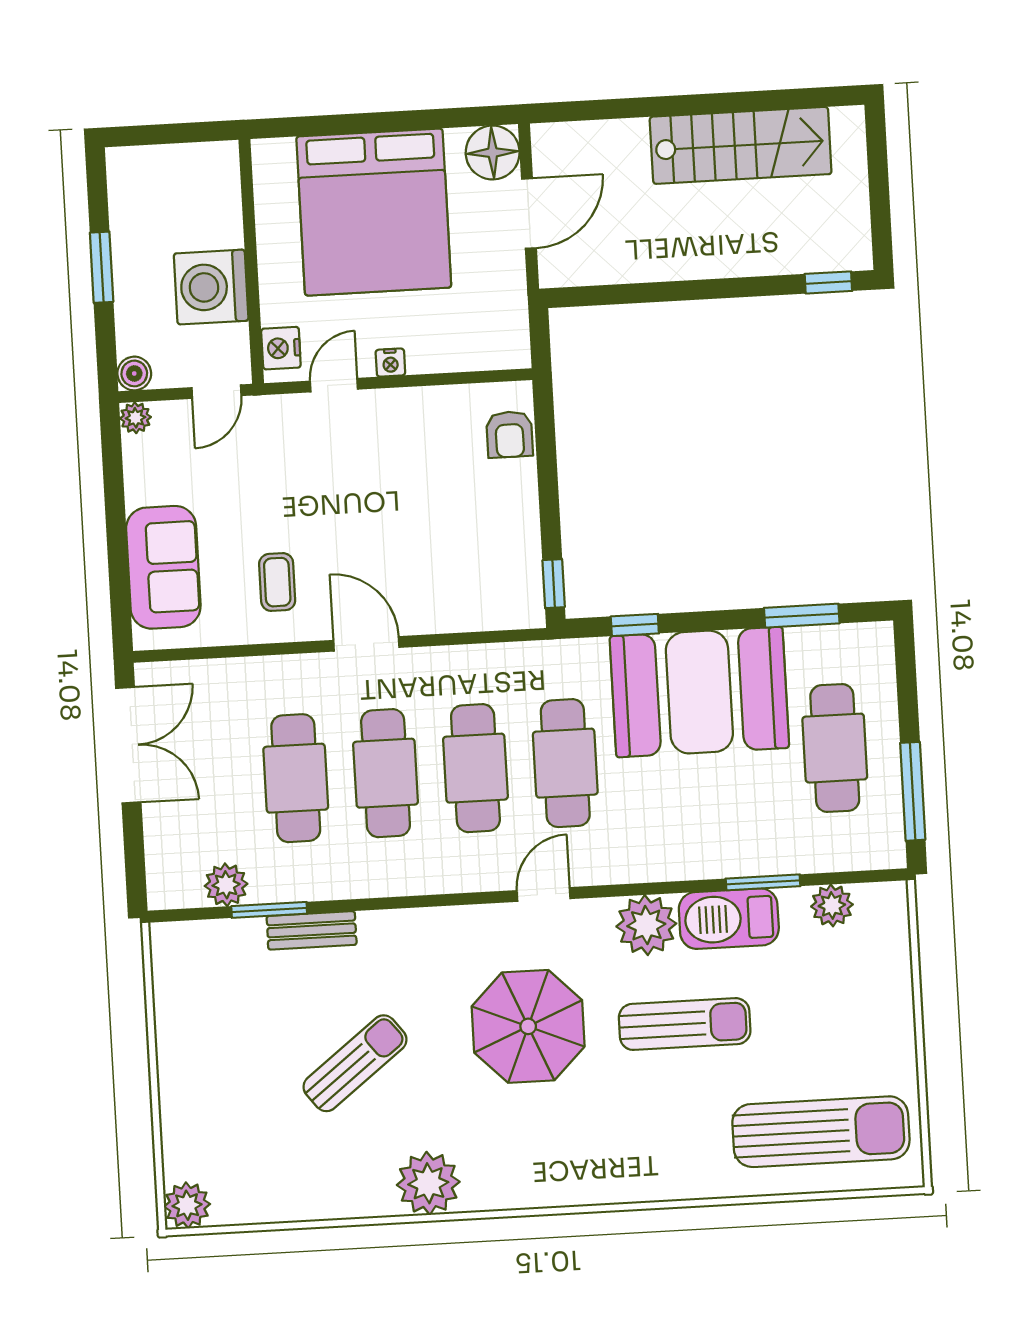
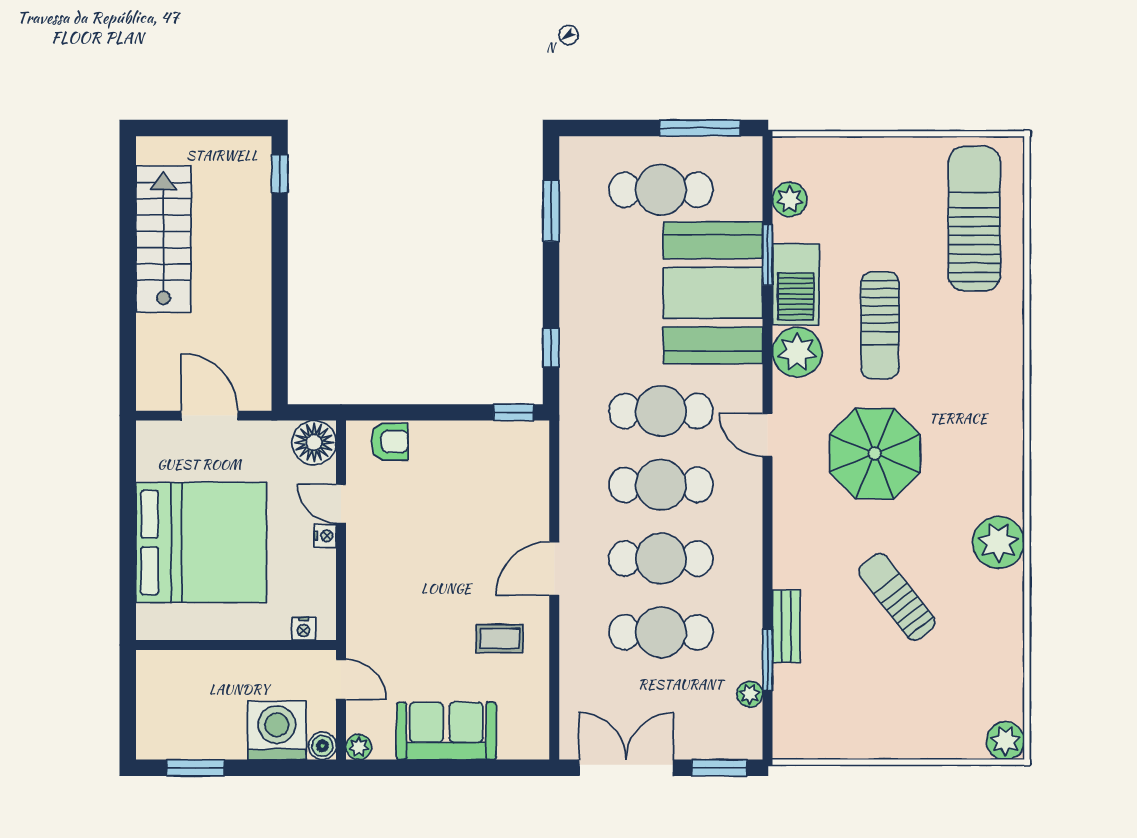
floor lamp: (493, 153) -> (314, 443), moved
window: (102, 267) -> (195, 768), moved
washing machine: (211, 287) -> (277, 731), moved, turned 180
nightstand: (281, 348) -> (304, 629), width x0.72, depth x0.74
door: (334, 385) -> (341, 504), moved
sofa: (163, 567) -> (446, 731), moved
booth: (699, 692) -> (713, 293), moved
window: (135, 859) -> (719, 768), added
plant: (226, 885) -> (750, 694), width x0.73, depth x0.73
sun lounger: (685, 1024) -> (880, 325), turned 180

